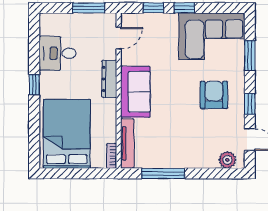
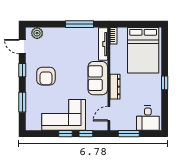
corner sofa: (212, 36) -> (64, 115), moved
desk: (58, 53) -> (148, 118), moved, turned 90

